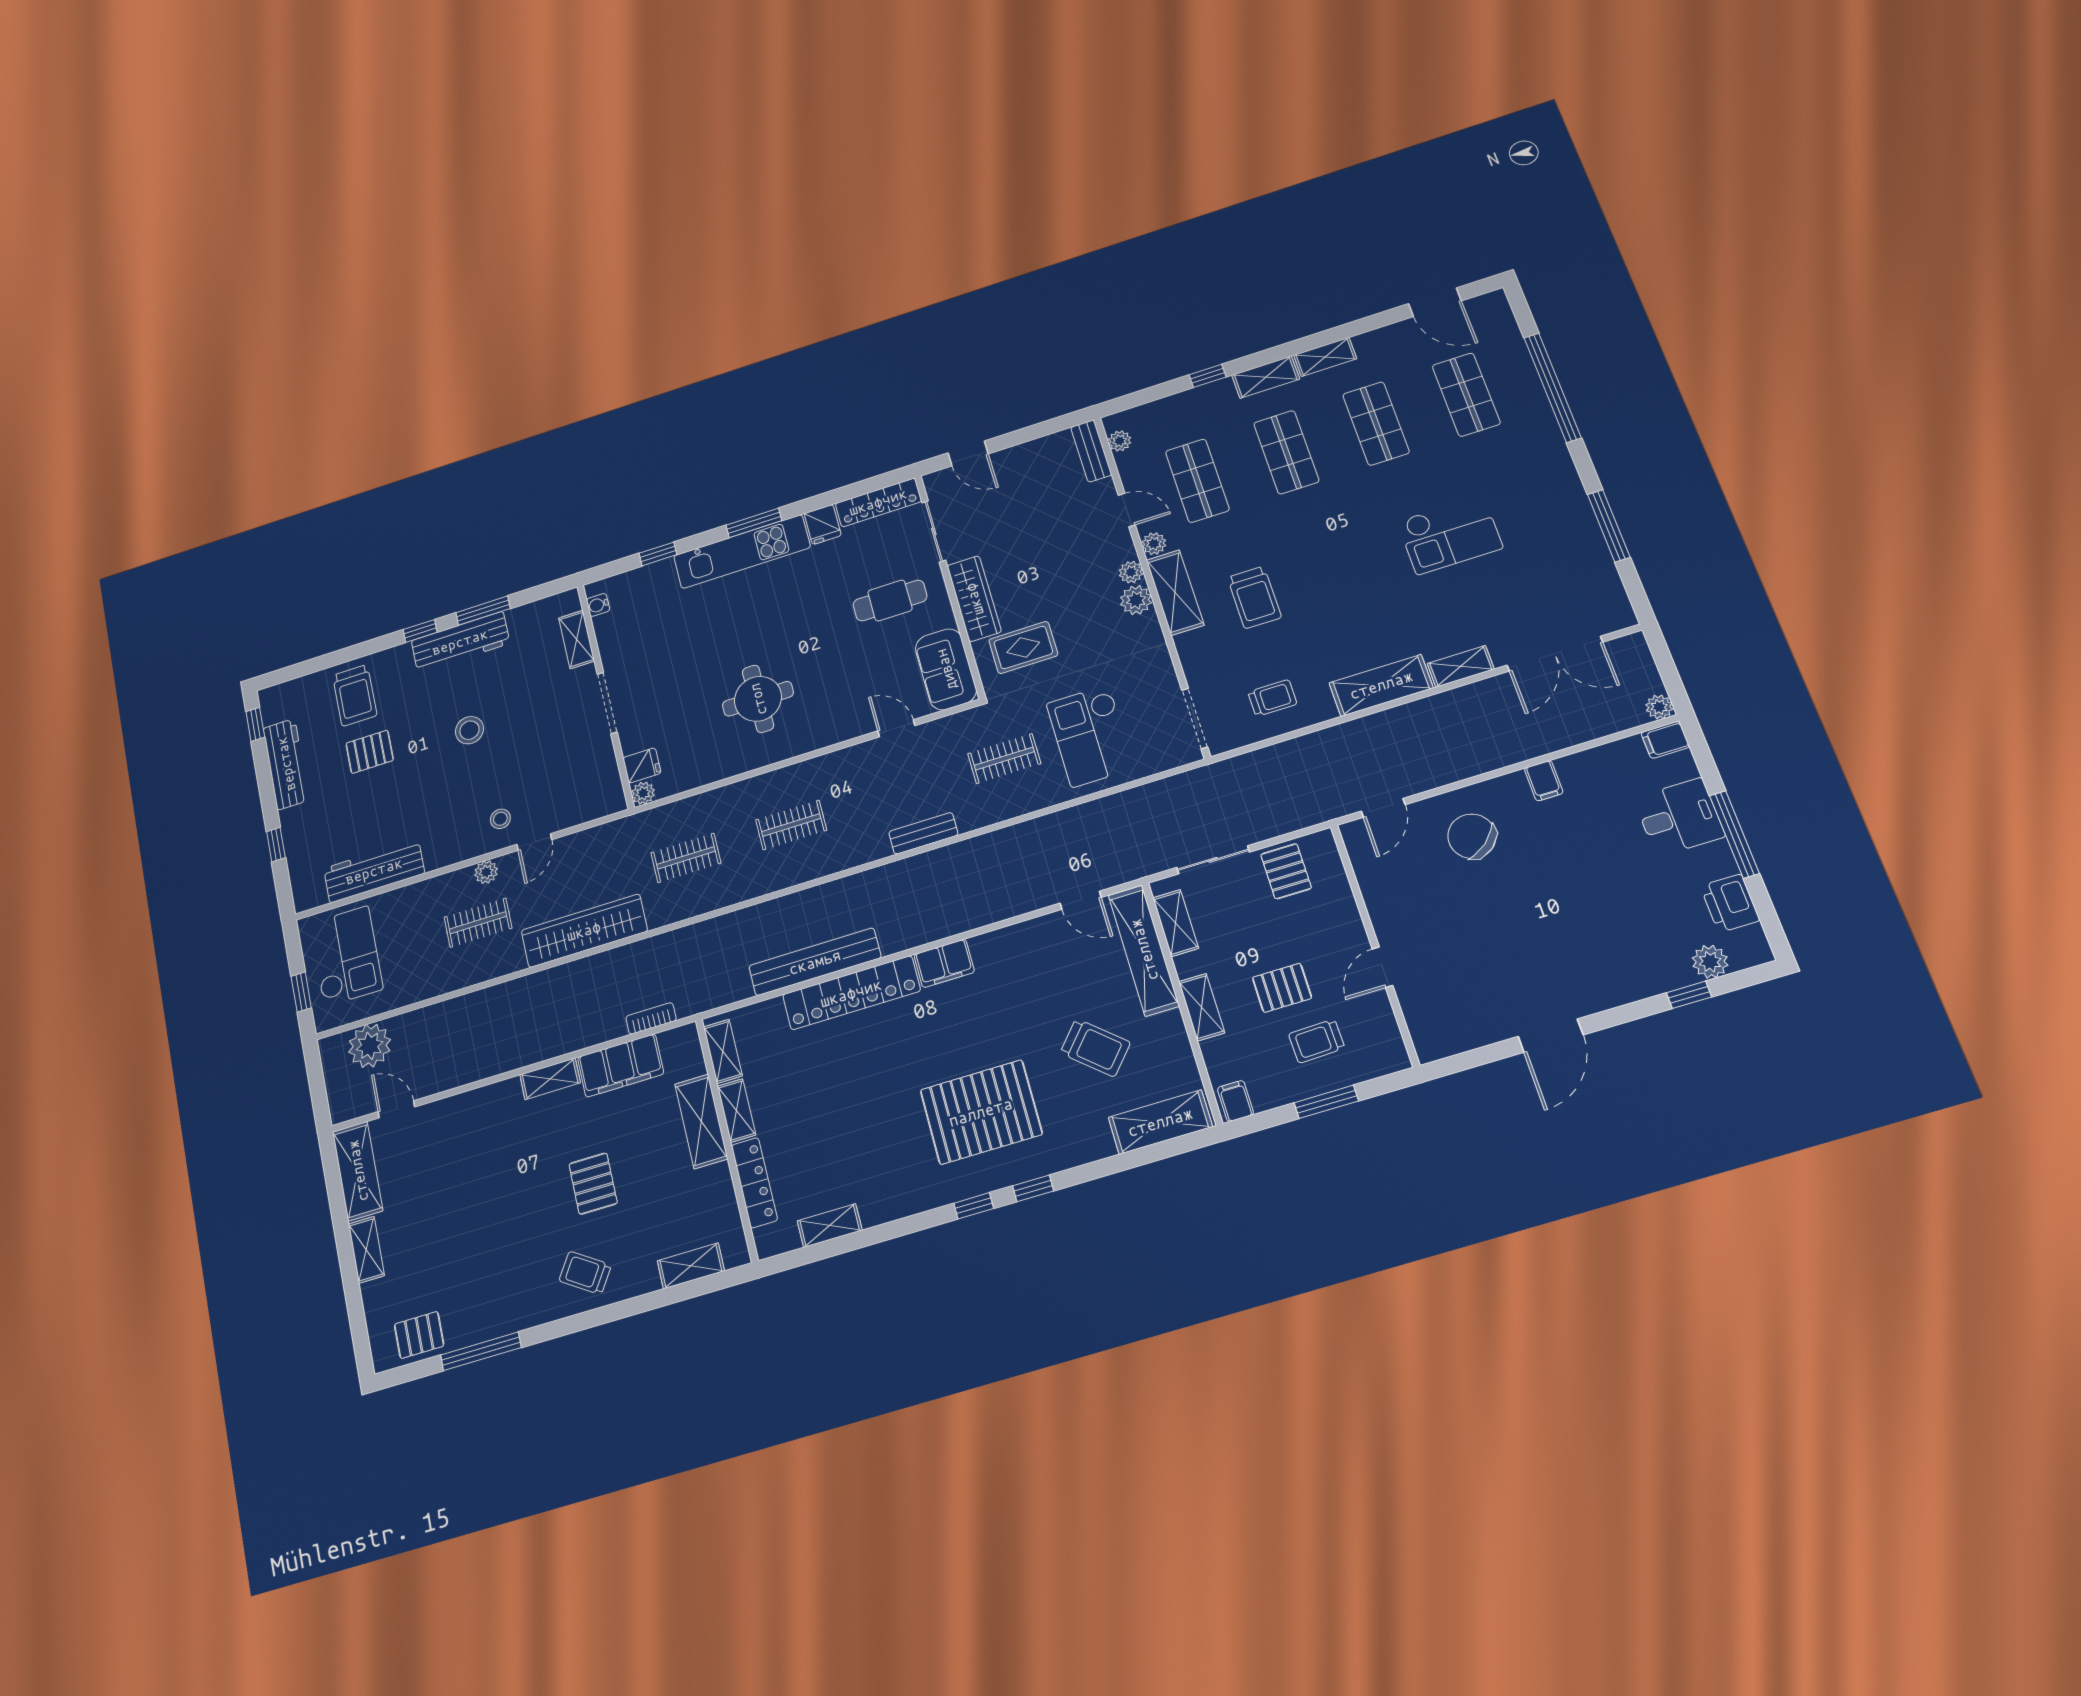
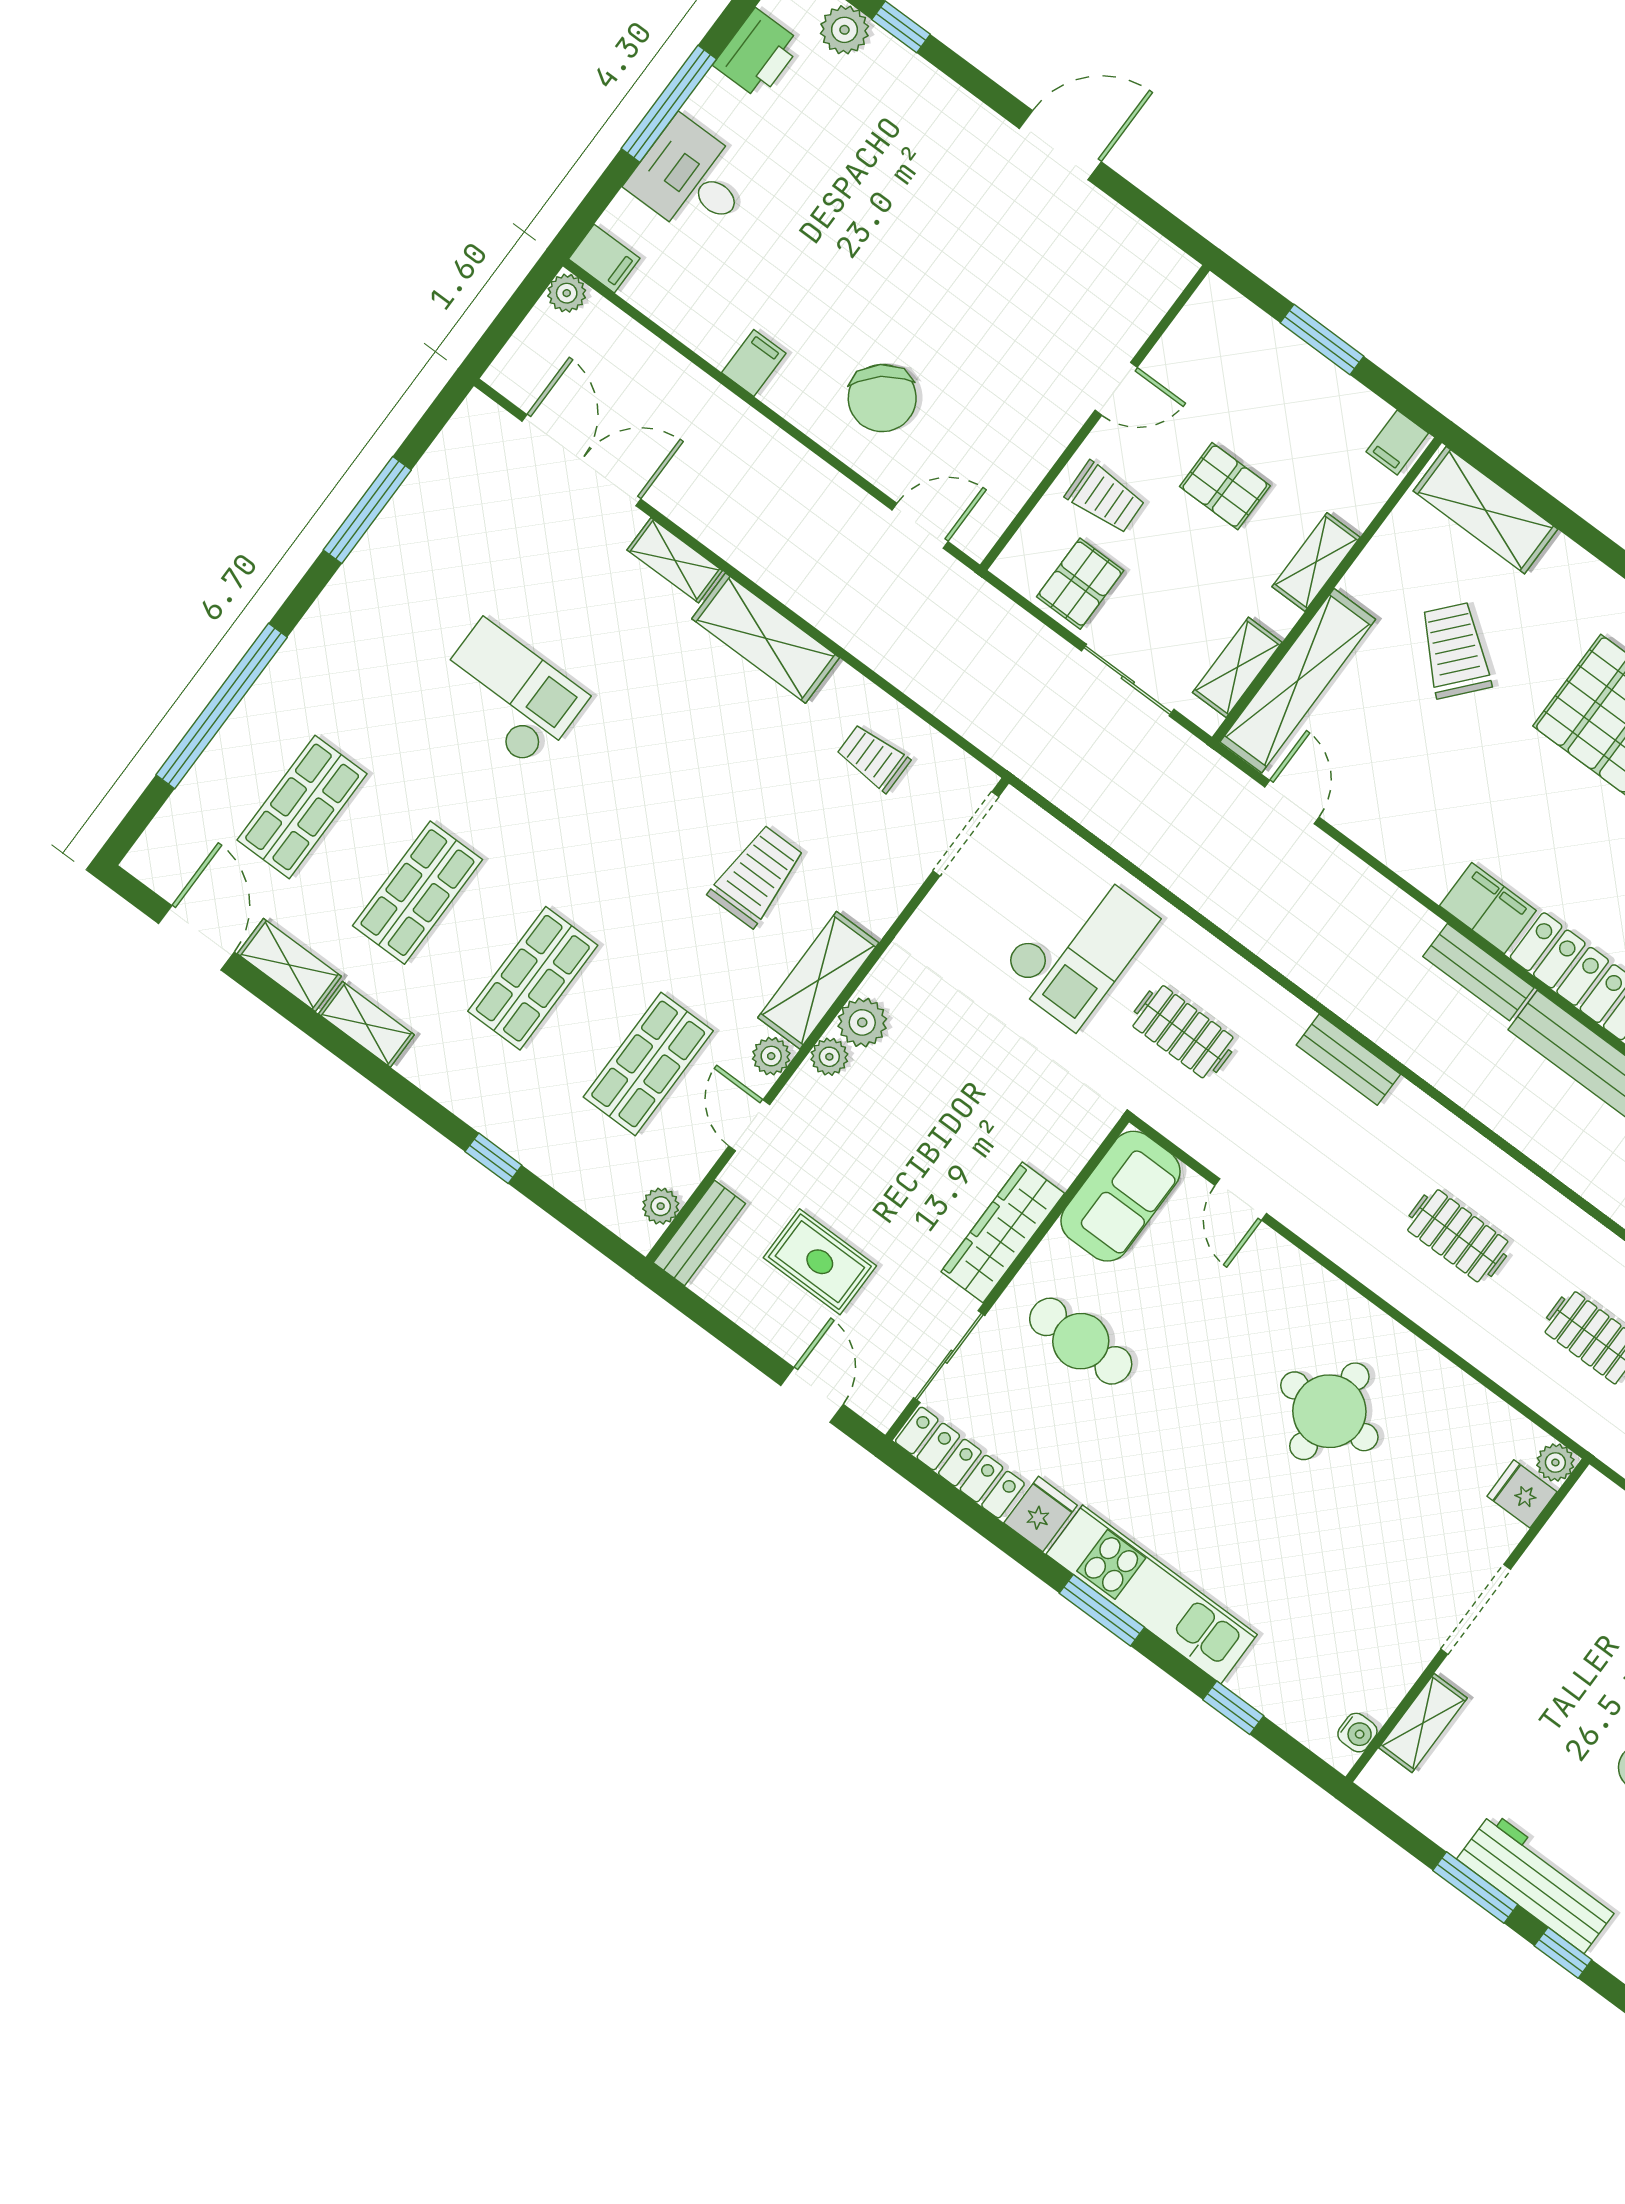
shelving: (1266, 377) -> (289, 965), moved
rug: (1023, 647) -> (820, 1262), moved
bench: (915, 934) -> (1478, 972), added
trolley: (1317, 1041) -> (1105, 498), moved

